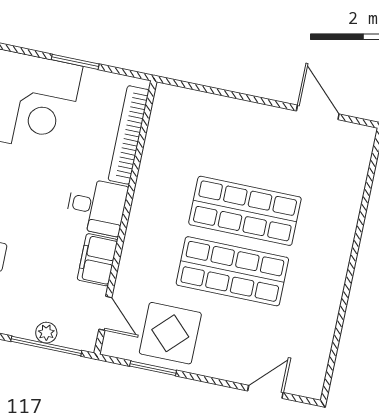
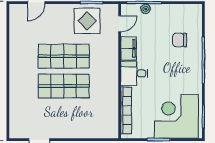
door: (105, 313) -> (120, 24), swing flipped

